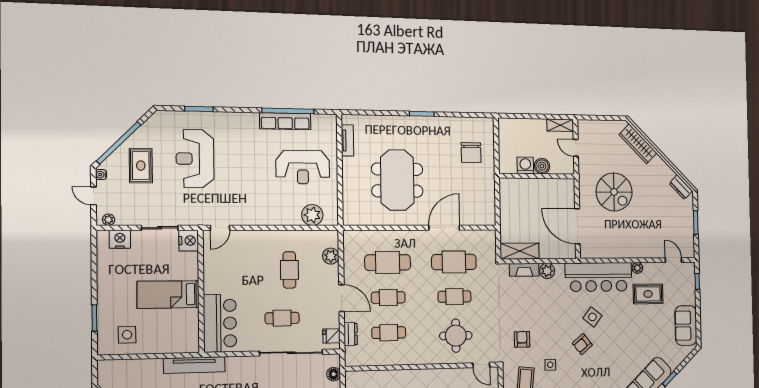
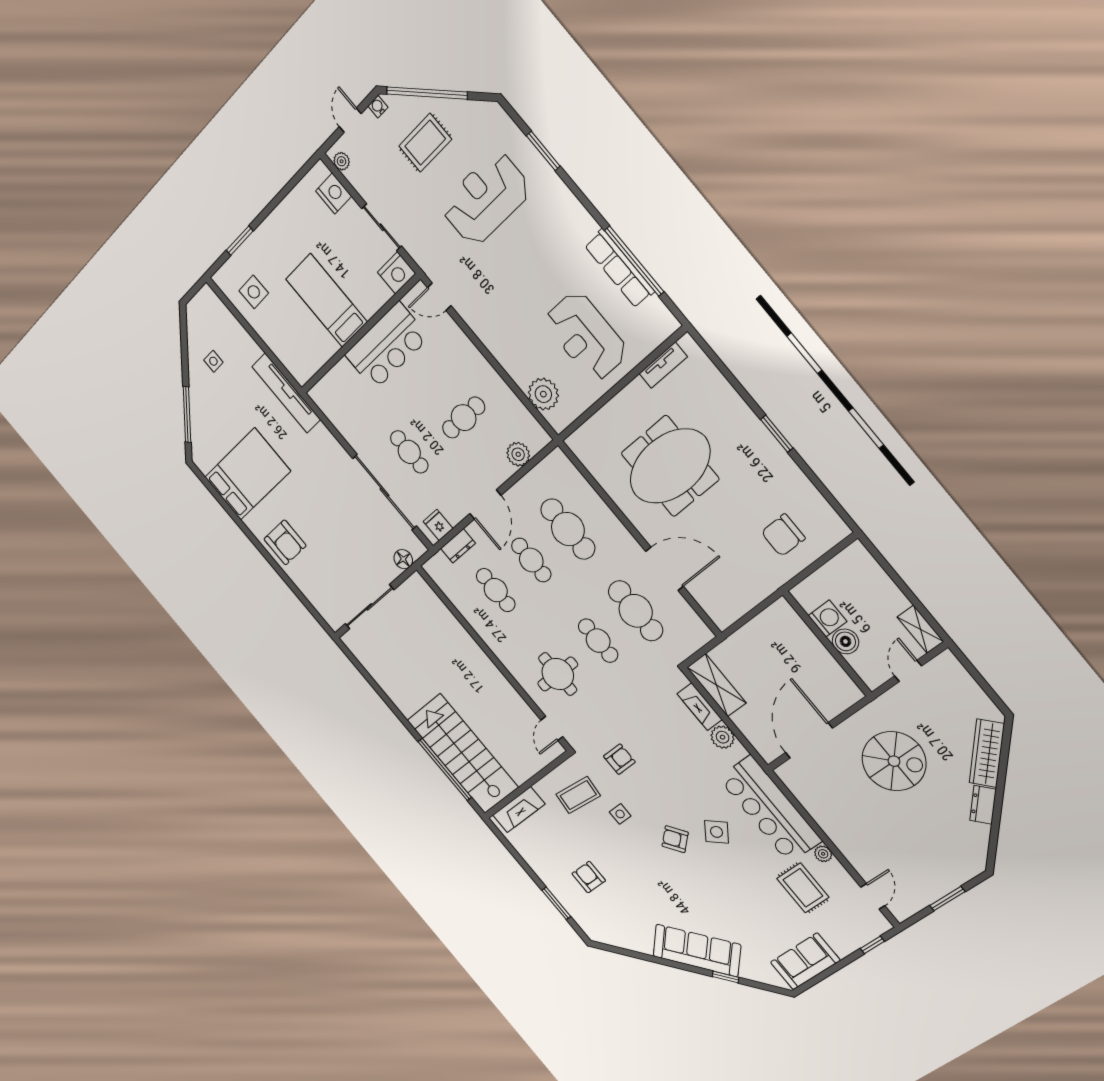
dresser: (681, 187) -> (983, 805), moved
spiral stairs: (614, 192) -> (894, 761), turned -90
bar counter: (220, 323) -> (387, 346), moved

